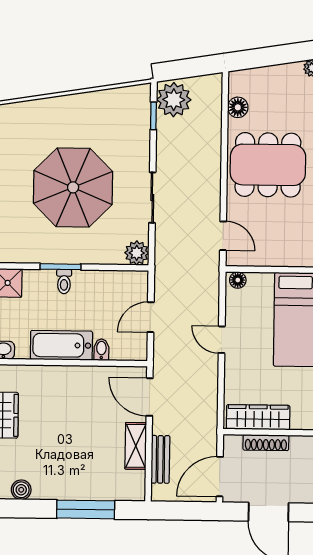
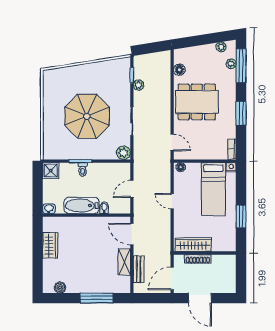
plant: (174, 100) -> (139, 85), moved, width x0.53, depth x0.53

